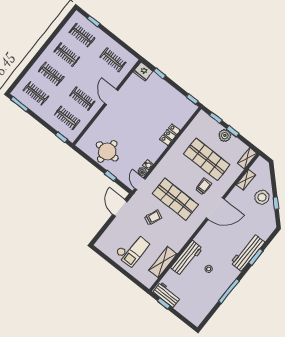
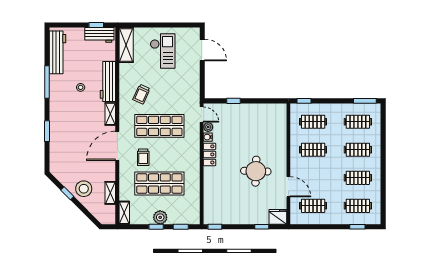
door: (111, 97) -> (288, 187), moved
locker: (170, 135) -> (210, 154), moved
round table: (107, 151) -> (256, 171), moved
door: (120, 208) -> (202, 50), moved
trolley: (153, 217) -> (141, 94), moved
shelving: (203, 234) -> (110, 114), added
checkout: (132, 249) -> (163, 51), turned 180
workbench: (248, 252) -> (58, 52), moved
shelving: (163, 262) -> (126, 45), moved

